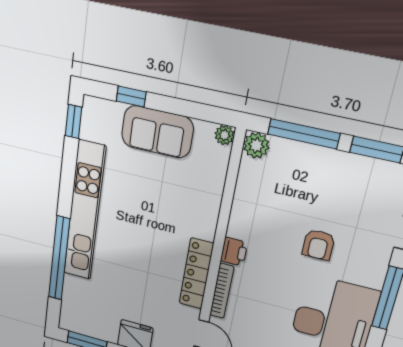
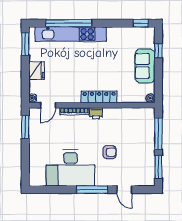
plant: (256, 145) -> (149, 114), removed
kitchen unit: (84, 211) -> (71, 34), moved
armchair: (318, 245) -> (110, 152), turned 180
locker: (196, 274) -> (99, 97), moved

